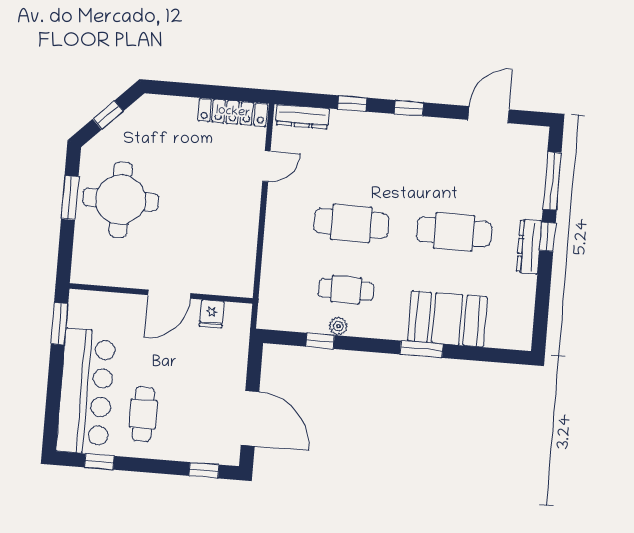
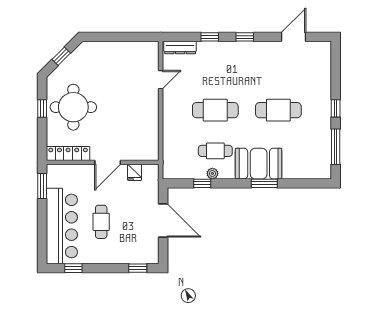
locker: (233, 112) -> (68, 154), moved, turned 180
window: (552, 181) -> (336, 147), moved
window: (70, 198) -> (42, 109), width x0.67
dresser: (529, 247) -> (325, 115), removed
booth: (447, 319) -> (259, 164), moved
cafe table: (143, 414) -> (101, 222), moved
door: (250, 418) -> (163, 221), moved

